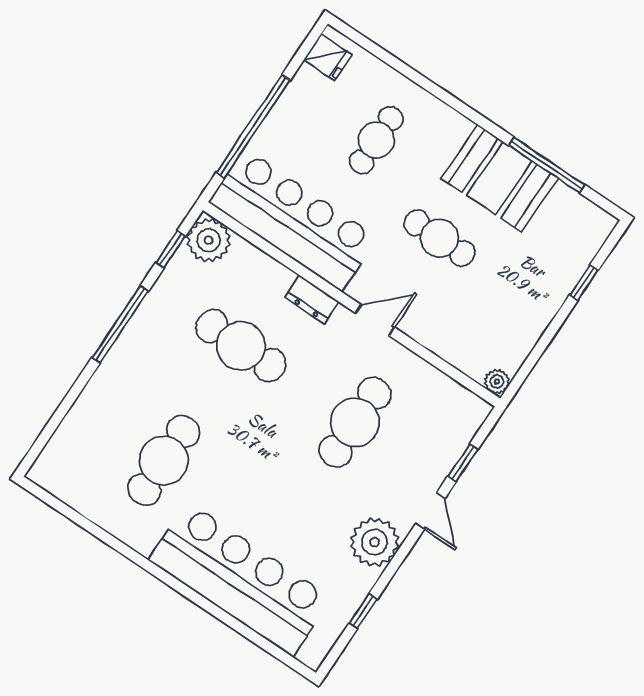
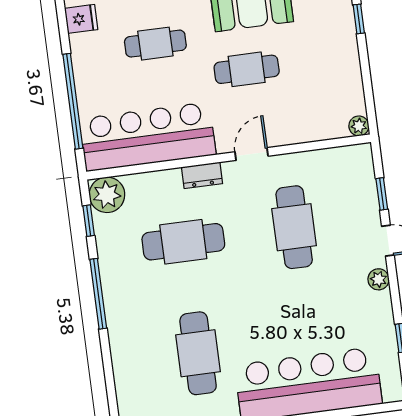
cafe table: (376, 140) -> (155, 44), turned 90
plant: (375, 542) -> (379, 279), width x0.53, depth x0.53

